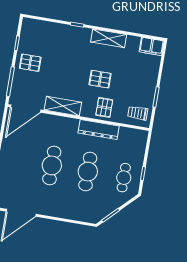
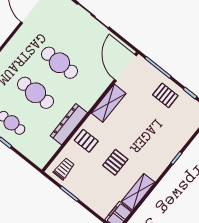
shelving: (109, 38) -> (138, 192), moved
pallet: (30, 63) -> (165, 95), turned 90
pallet: (100, 79) -> (115, 162), moved

